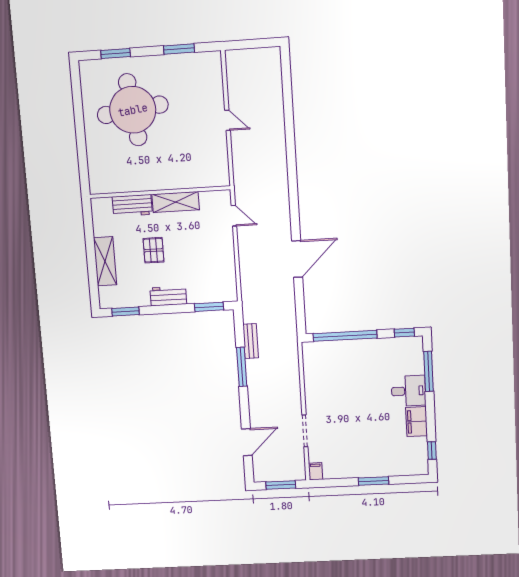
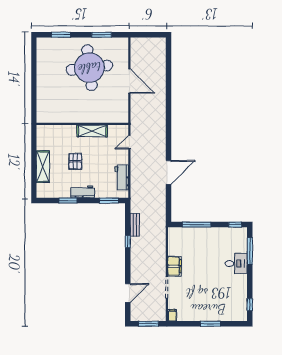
round table: (133, 110) -> (89, 68), moved
door: (227, 120) -> (129, 81), width x1.88
workbench: (132, 206) -> (122, 177), moved, turned 90
door: (234, 216) -> (129, 142), swing flipped
window: (125, 311) -> (68, 201), moved
window: (345, 336) -> (197, 225), width x0.68
window: (242, 367) -> (128, 242), width x0.46
filing cabinet: (417, 422) -> (175, 266), moved, turned 180

